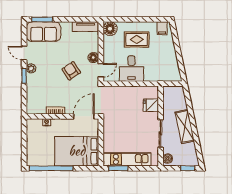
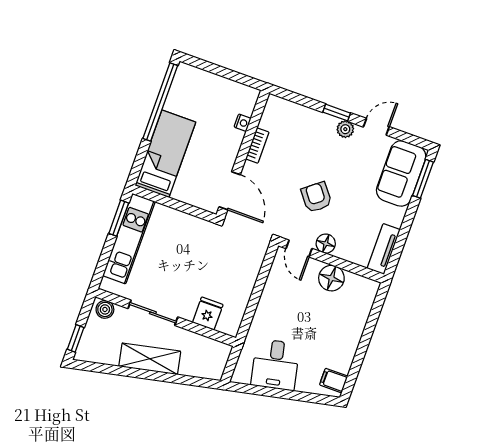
floor lamp: (110, 29) -> (331, 278), moved
rug: (137, 39) -> (330, 330), removed
desk: (131, 69) -> (275, 365), moved, turned -102
armchair: (71, 71) -> (316, 197), turned -94
bed: (77, 151) -> (165, 154), width x0.67

